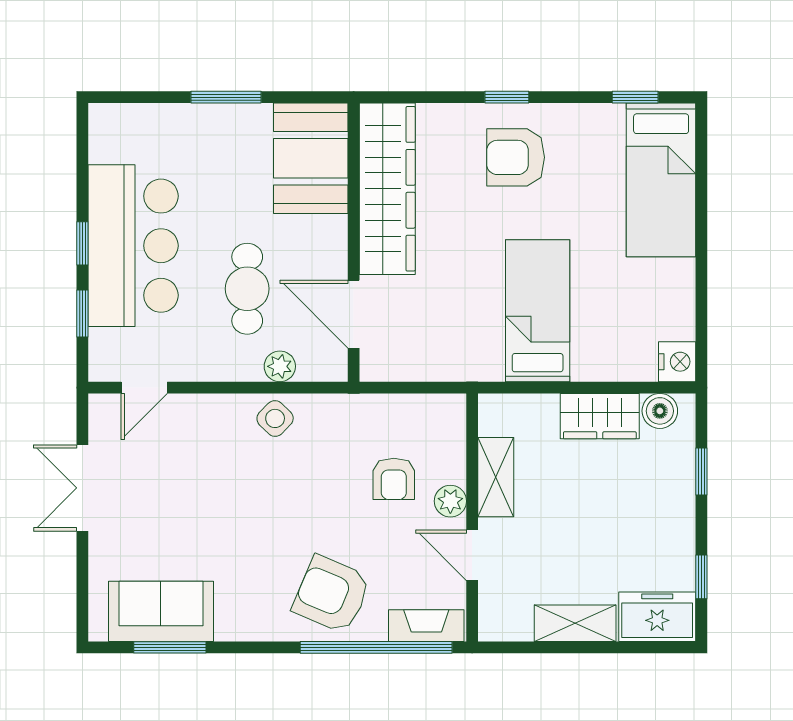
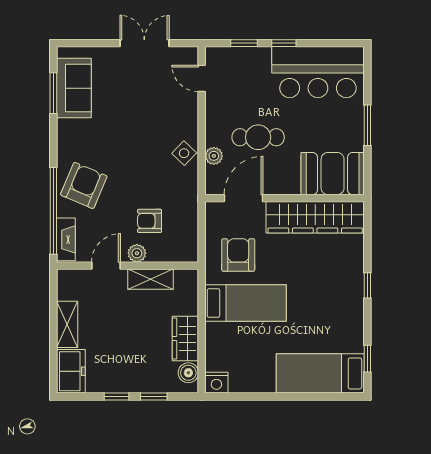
armchair: (516, 157) -> (238, 255), moved
bar counter: (133, 246) -> (318, 72), moved
window: (701, 577) -> (117, 396), moved

